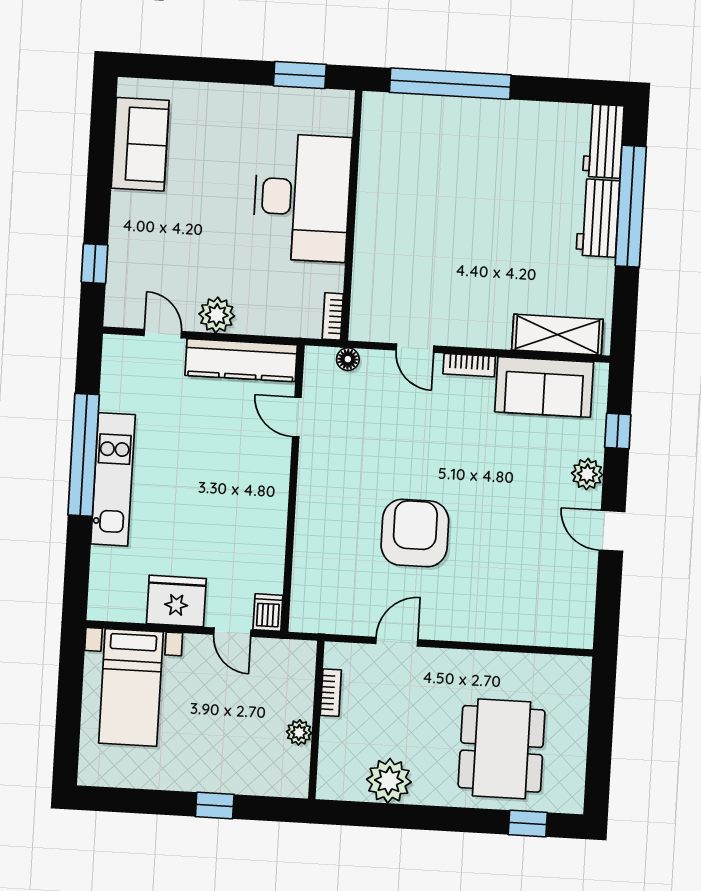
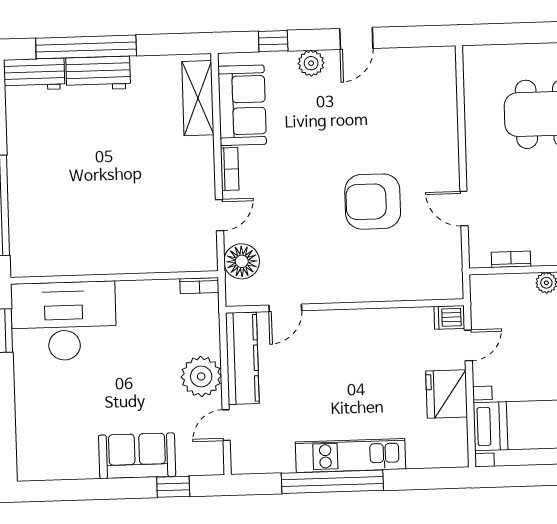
sofa: (140, 144) -> (137, 456), moved
desk: (302, 197) -> (64, 321), moved
plant: (217, 315) -> (201, 376), width x1.36, depth x1.36
floor lamp: (348, 359) -> (242, 261), width x1.89, depth x1.89

